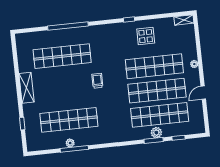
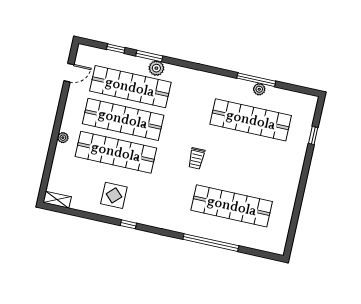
shelving: (27, 88) -> (292, 180), removed
door: (203, 93) -> (69, 73), moved
plant: (156, 133) -> (156, 68), moved

